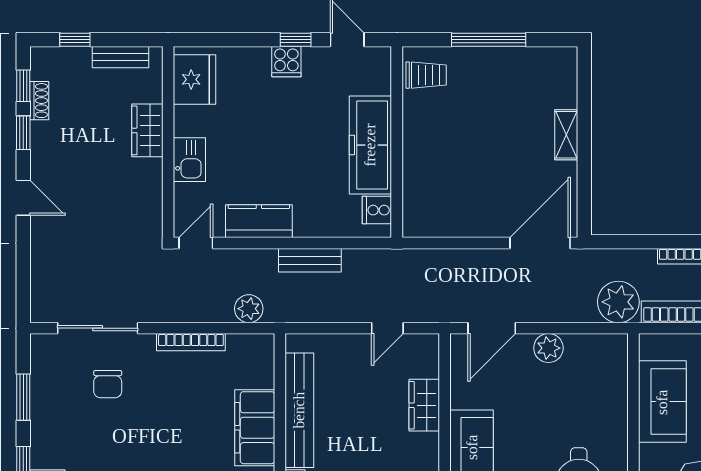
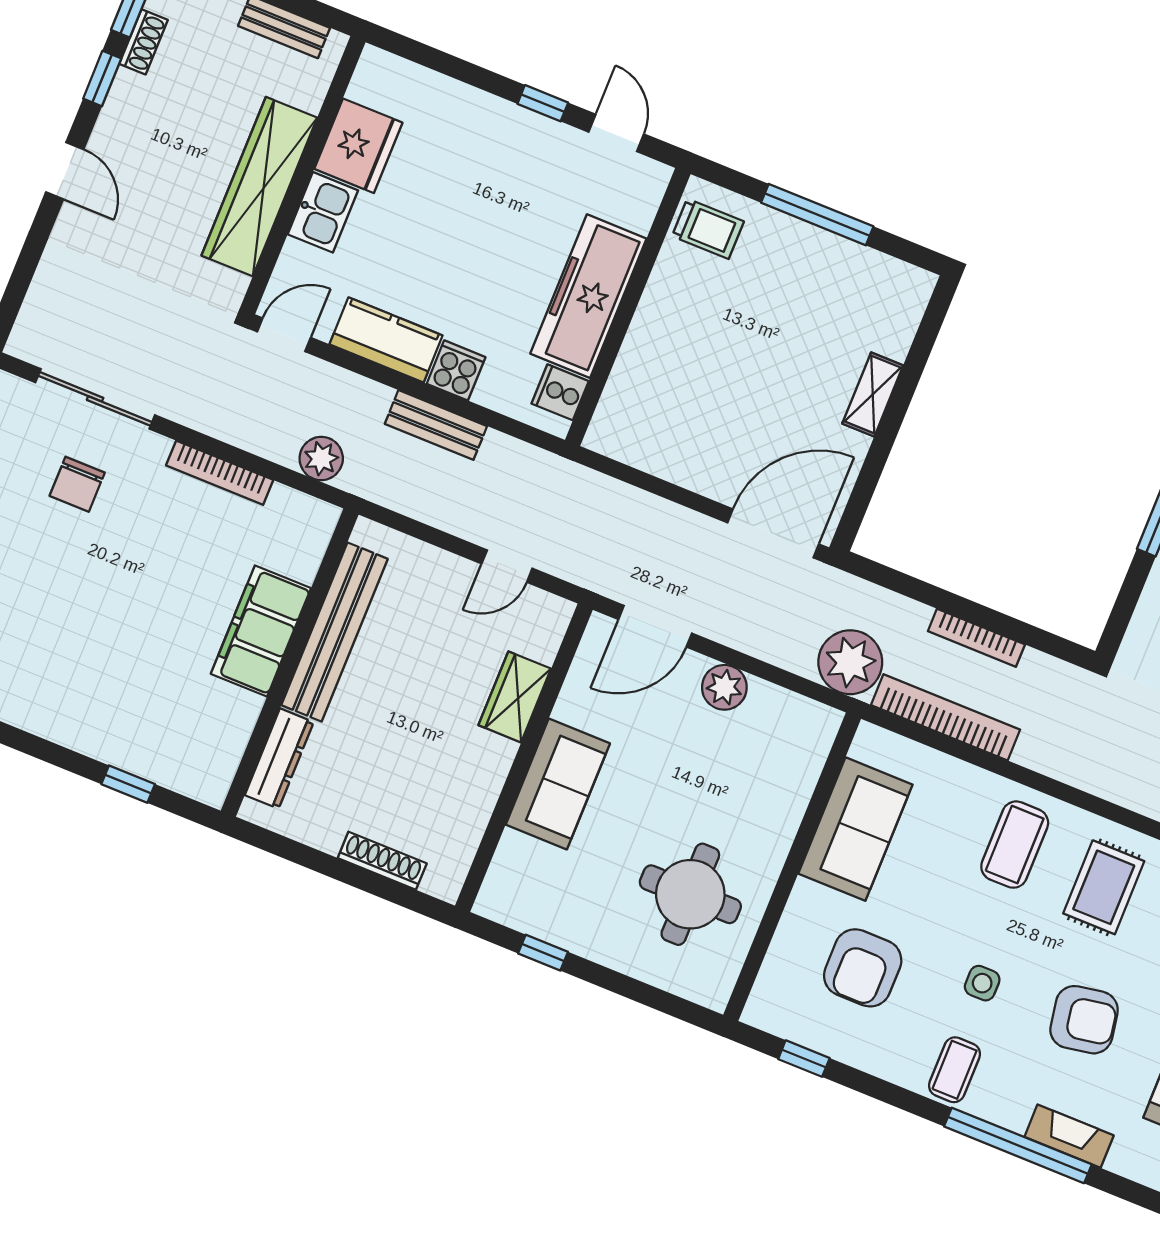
cooker: (286, 62) -> (456, 370), moved, turned 180
fridge: (195, 79) -> (358, 146), moved
wardrobe: (147, 130) -> (259, 187), width x2.10, depth x1.17

